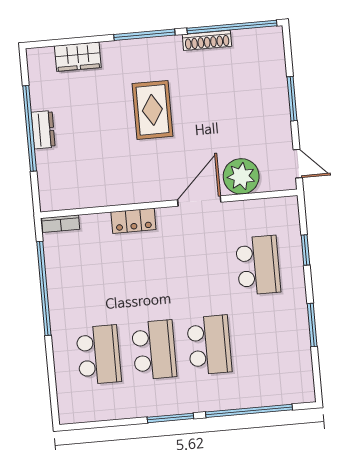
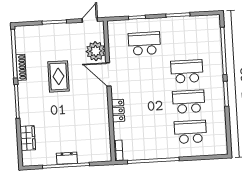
rug: (152, 110) -> (58, 76), moved, turned 90

